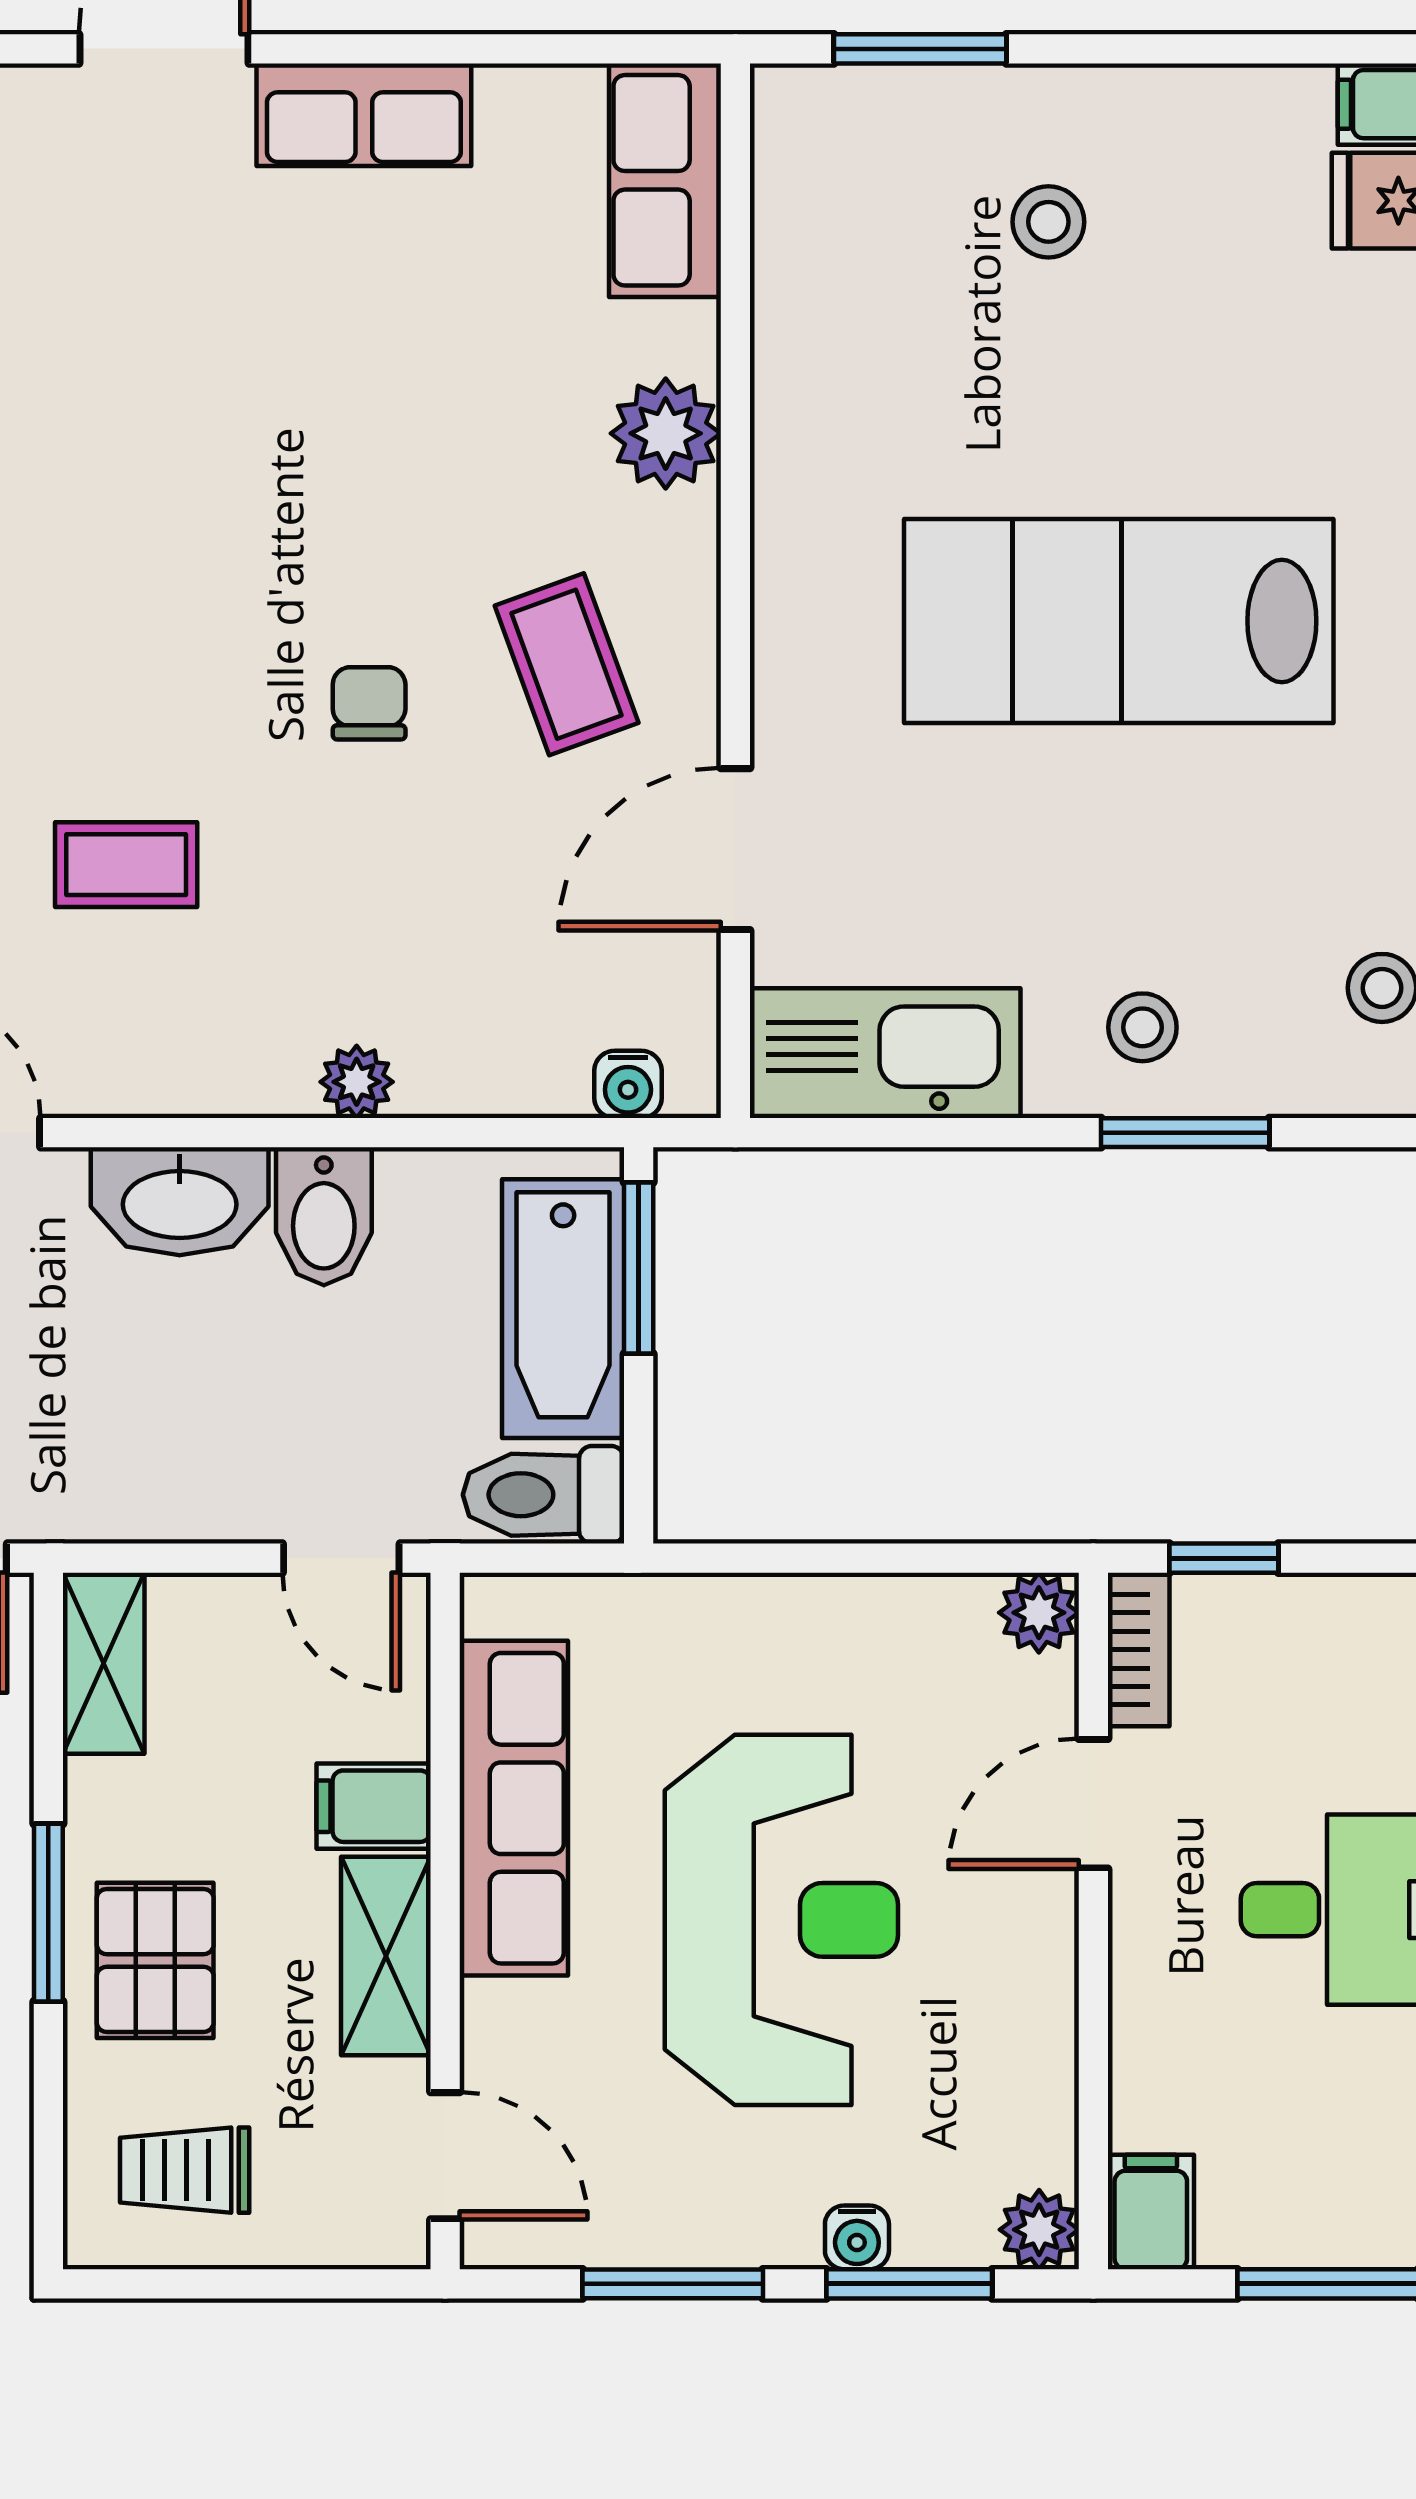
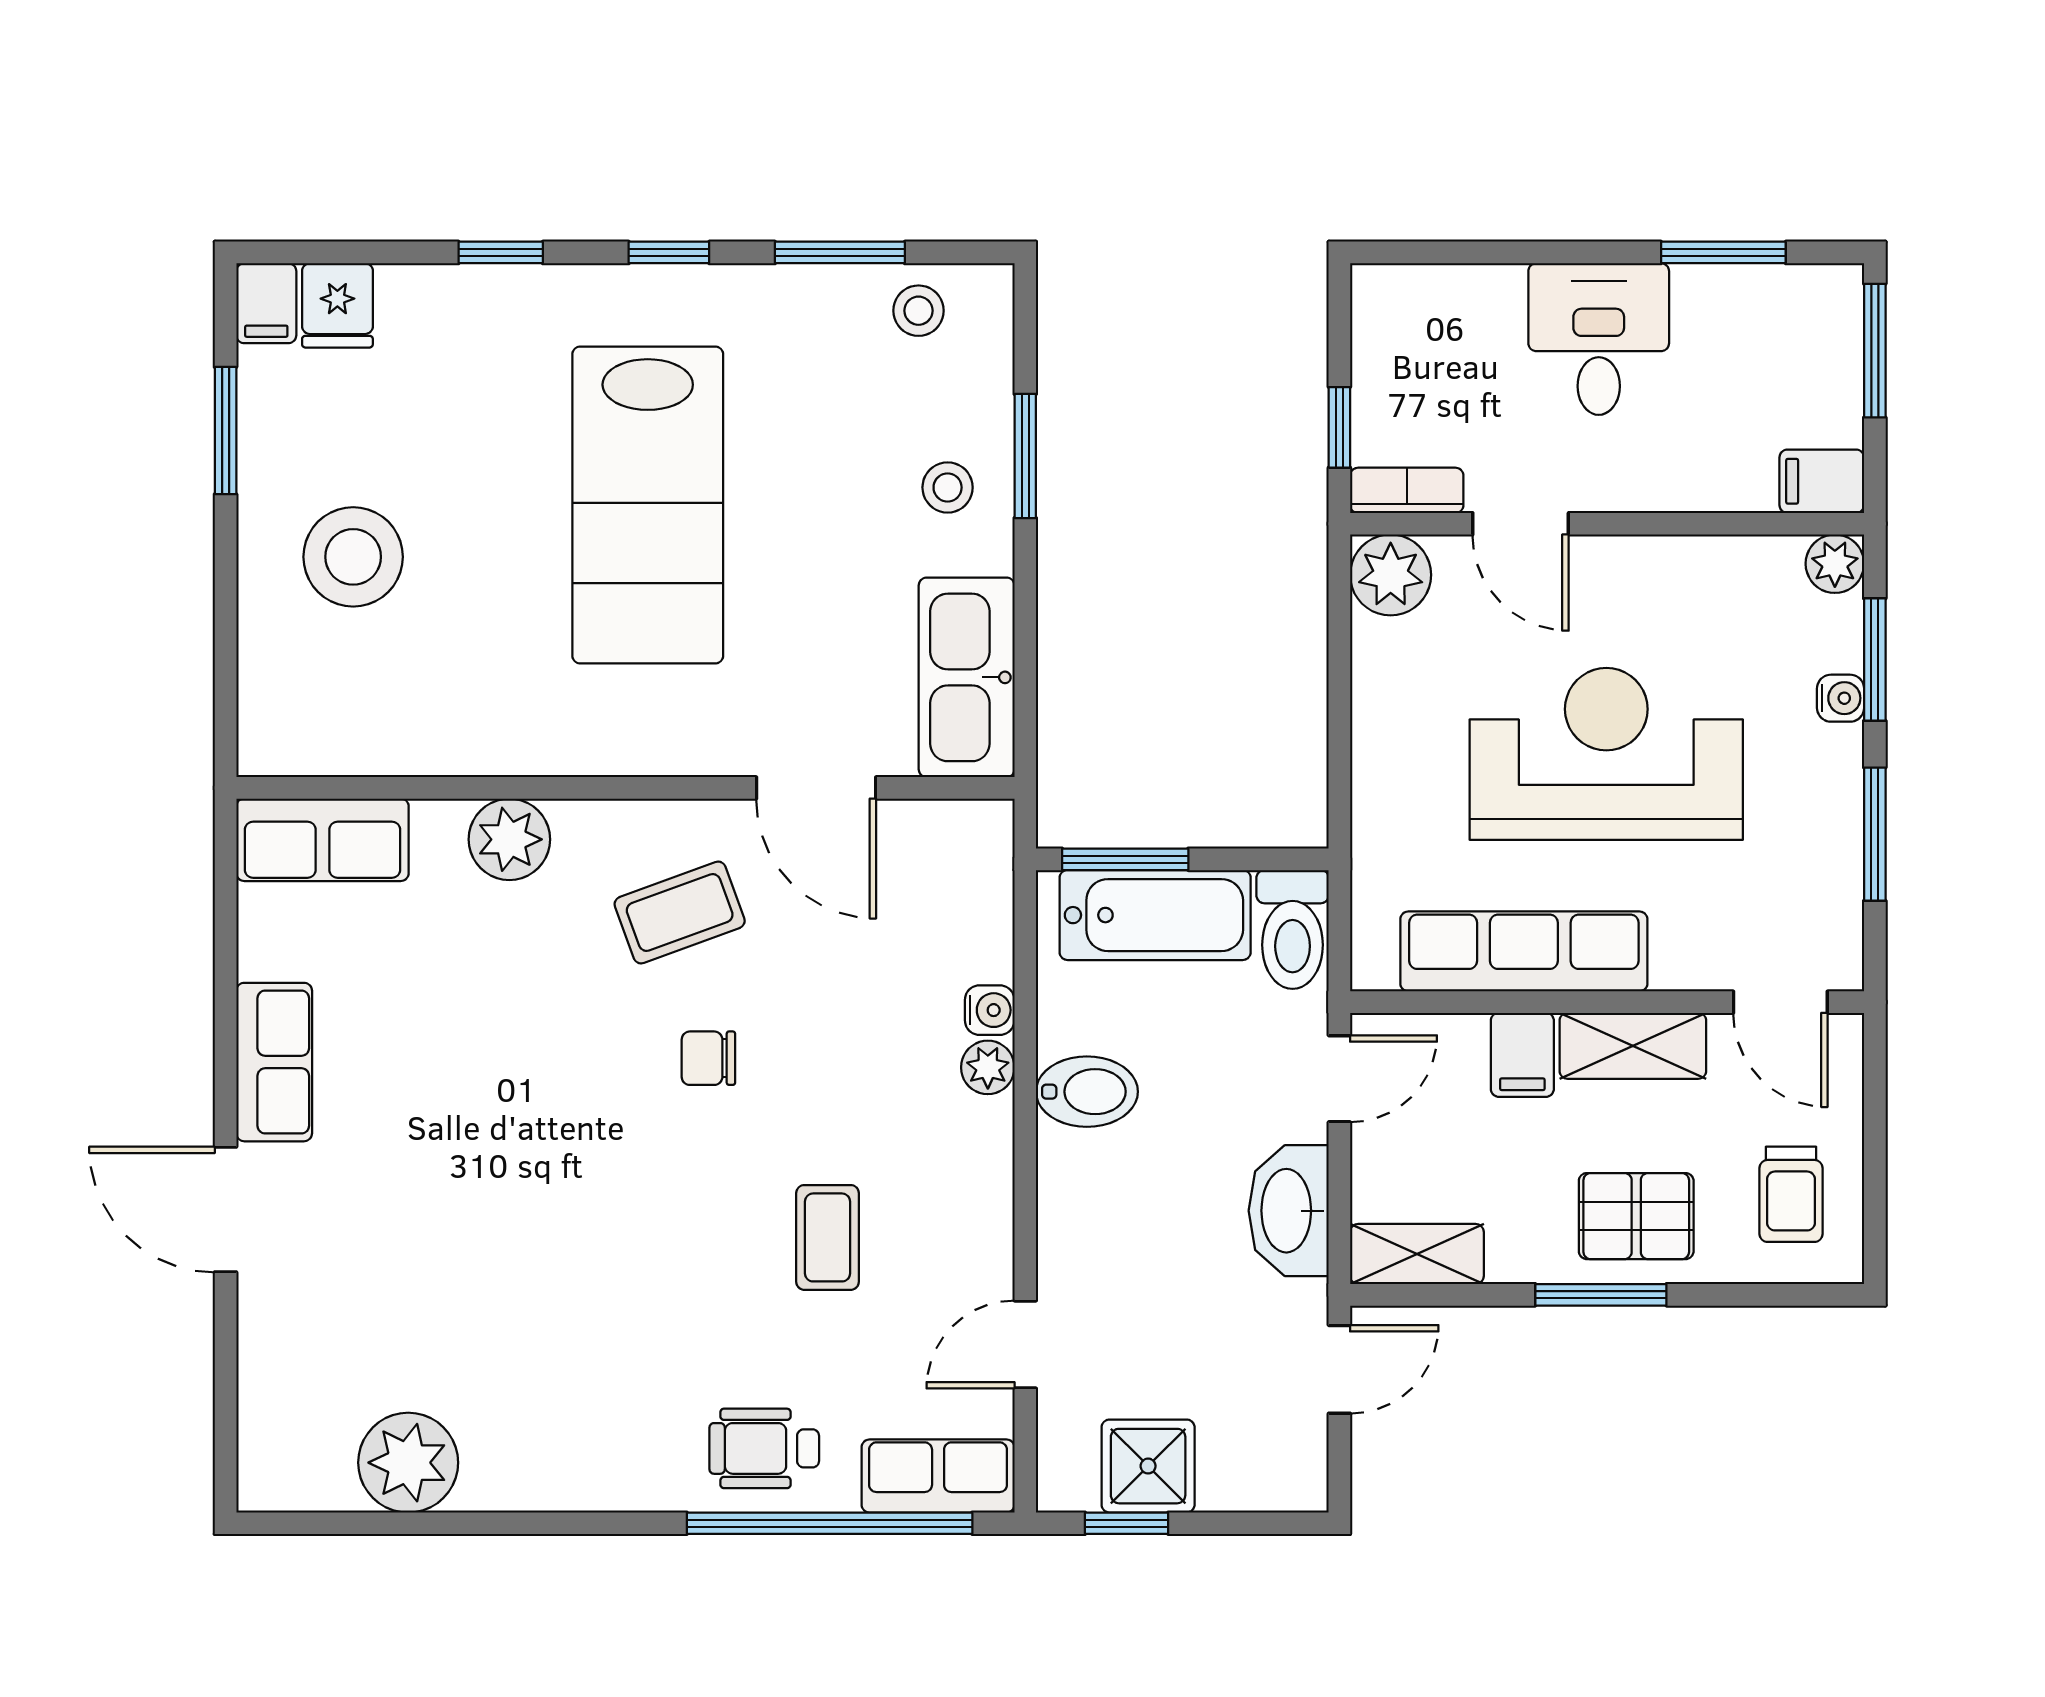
window: (920, 49) -> (226, 431), moved
stool: (1048, 222) -> (353, 557), width x1.89, depth x1.89
water cooler: (628, 1084) -> (990, 1010), moved
washbasin: (180, 1201) -> (1289, 1211), moved, turned 180
plant: (1039, 1613) -> (1391, 575), width x1.38, depth x1.38
door: (445, 2156) -> (1780, 1002), swing flipped

